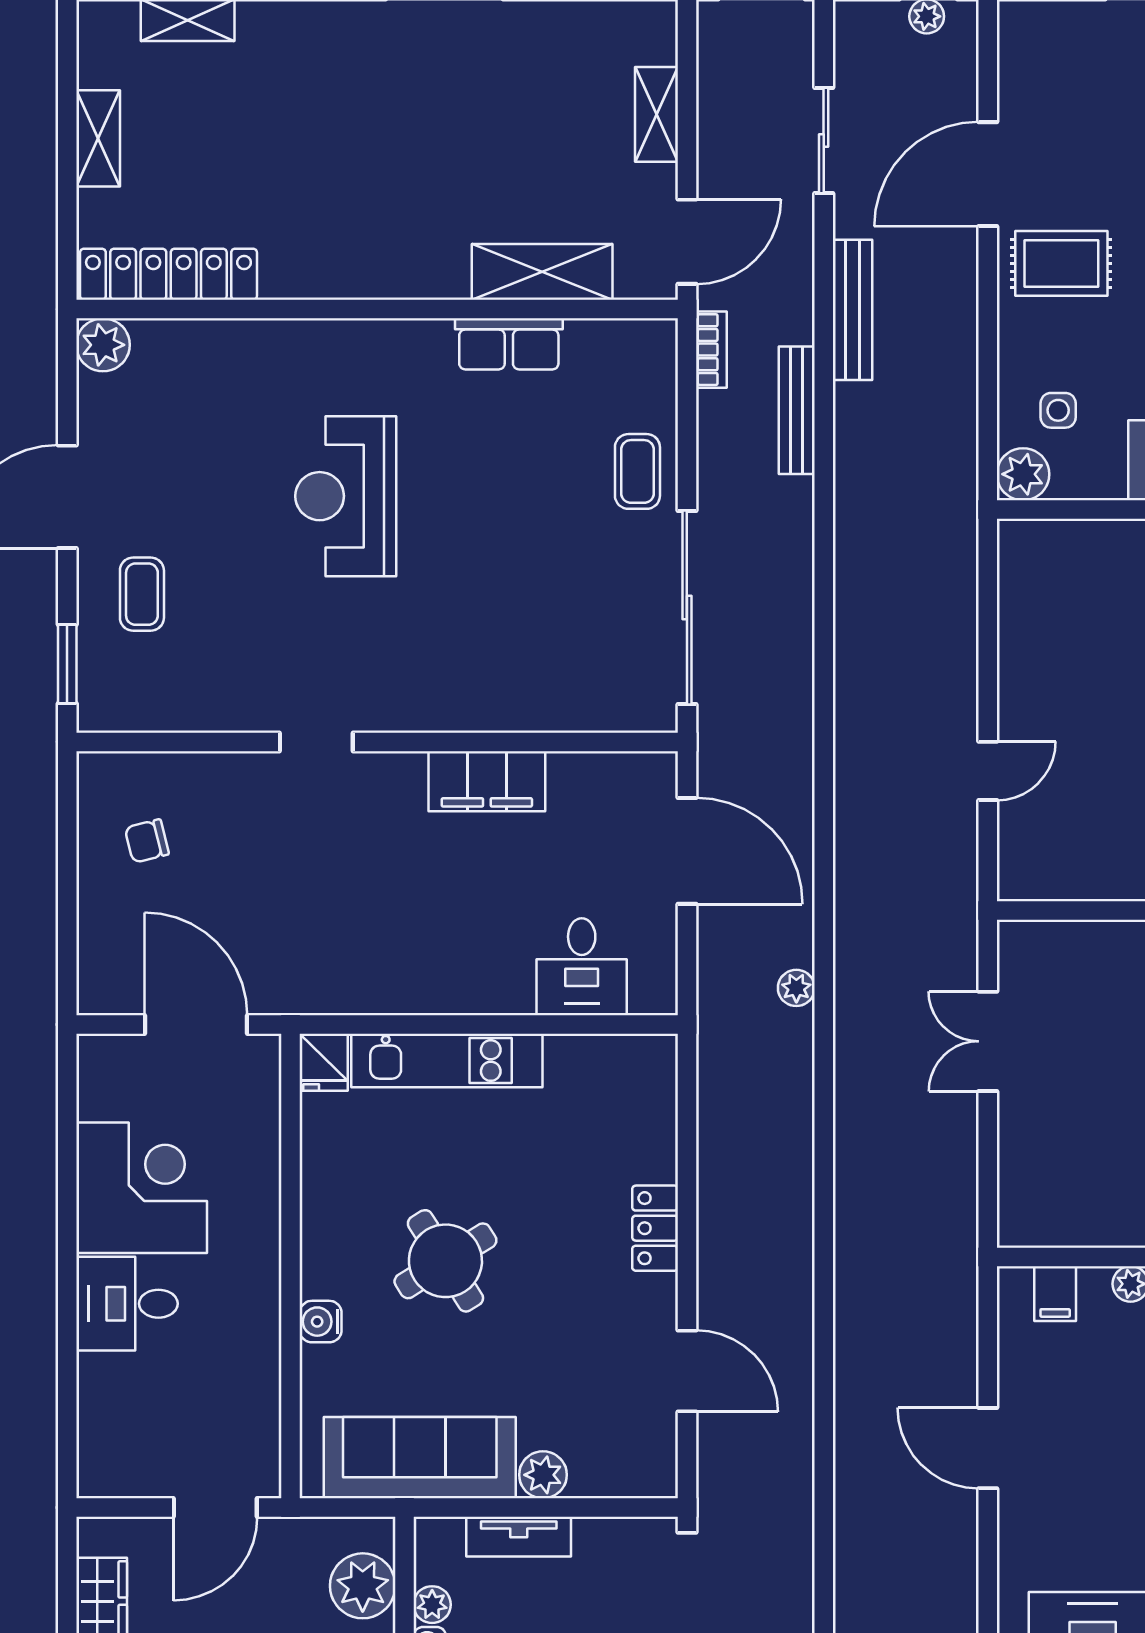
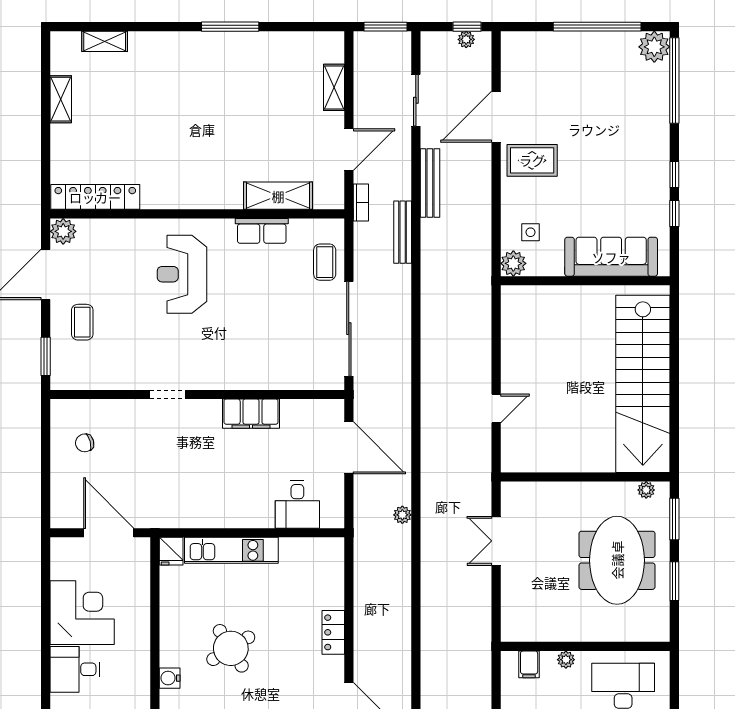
shelving: (542, 272) -> (278, 196), moved
locker: (168, 274) -> (95, 197), moved
wall: (377, 309) -> (197, 214), moved
row of seats: (509, 344) -> (262, 231), moved
plant: (103, 345) -> (63, 231), moved

